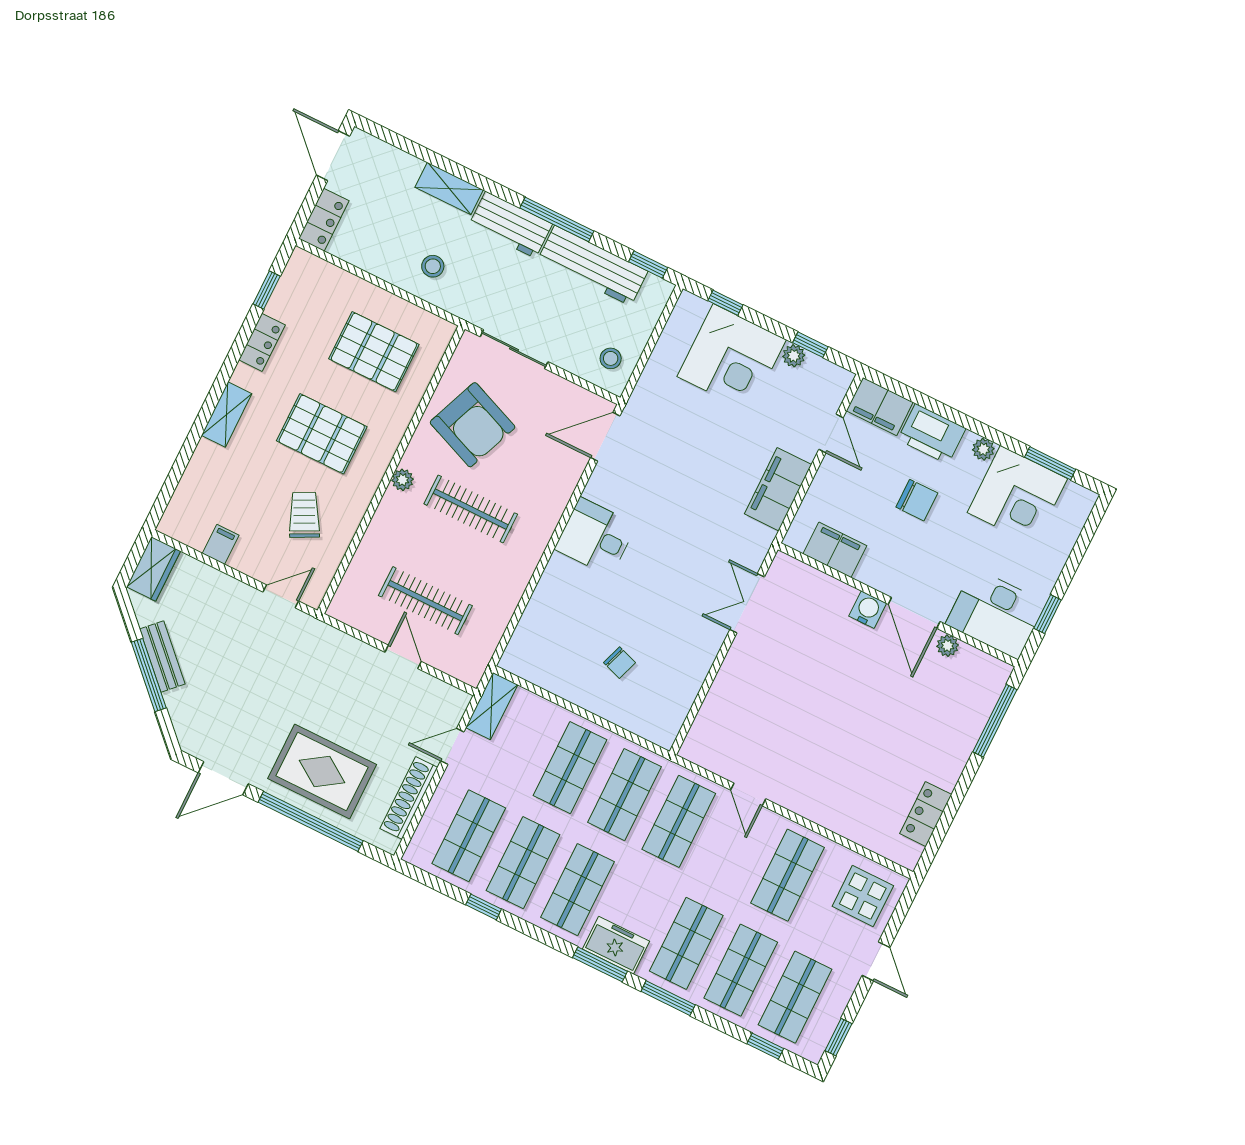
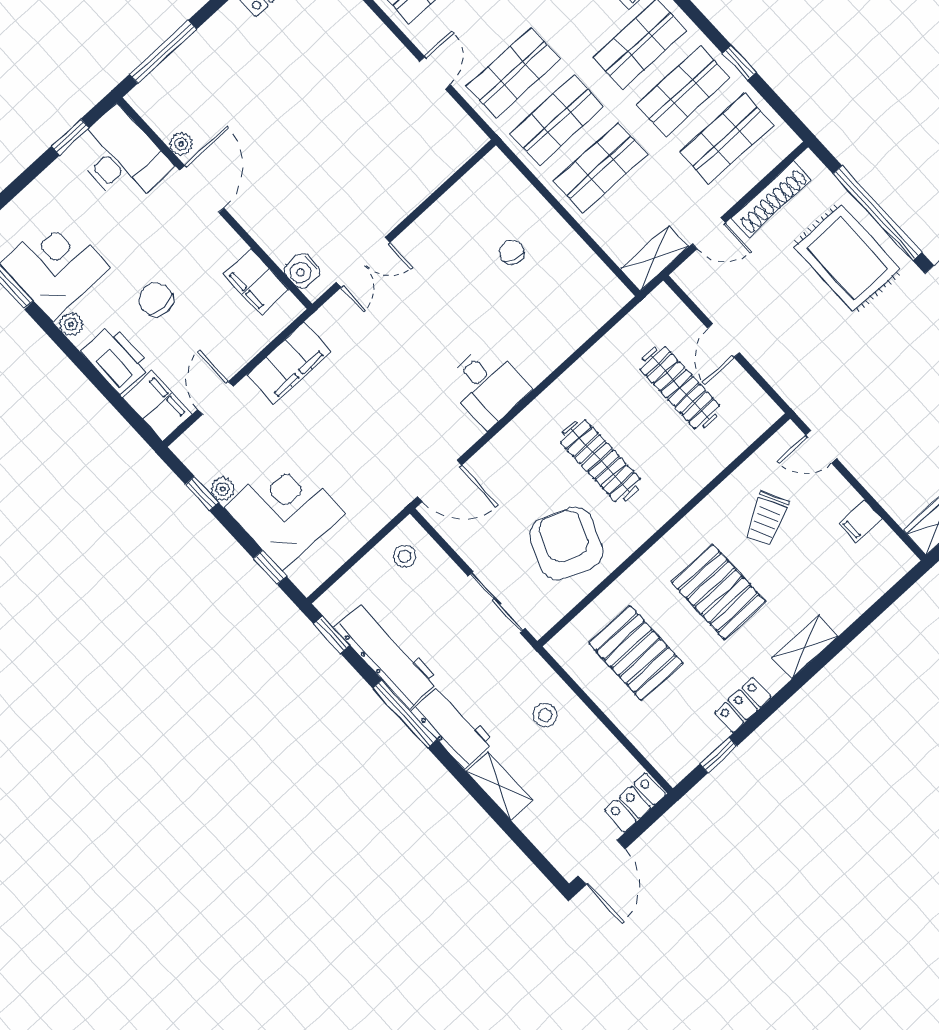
plant: (403, 480) -> (656, 516), removed
water cooler: (868, 610) -> (302, 271), moved

